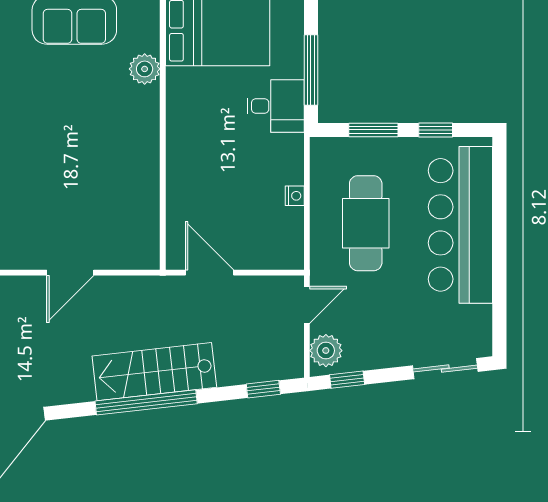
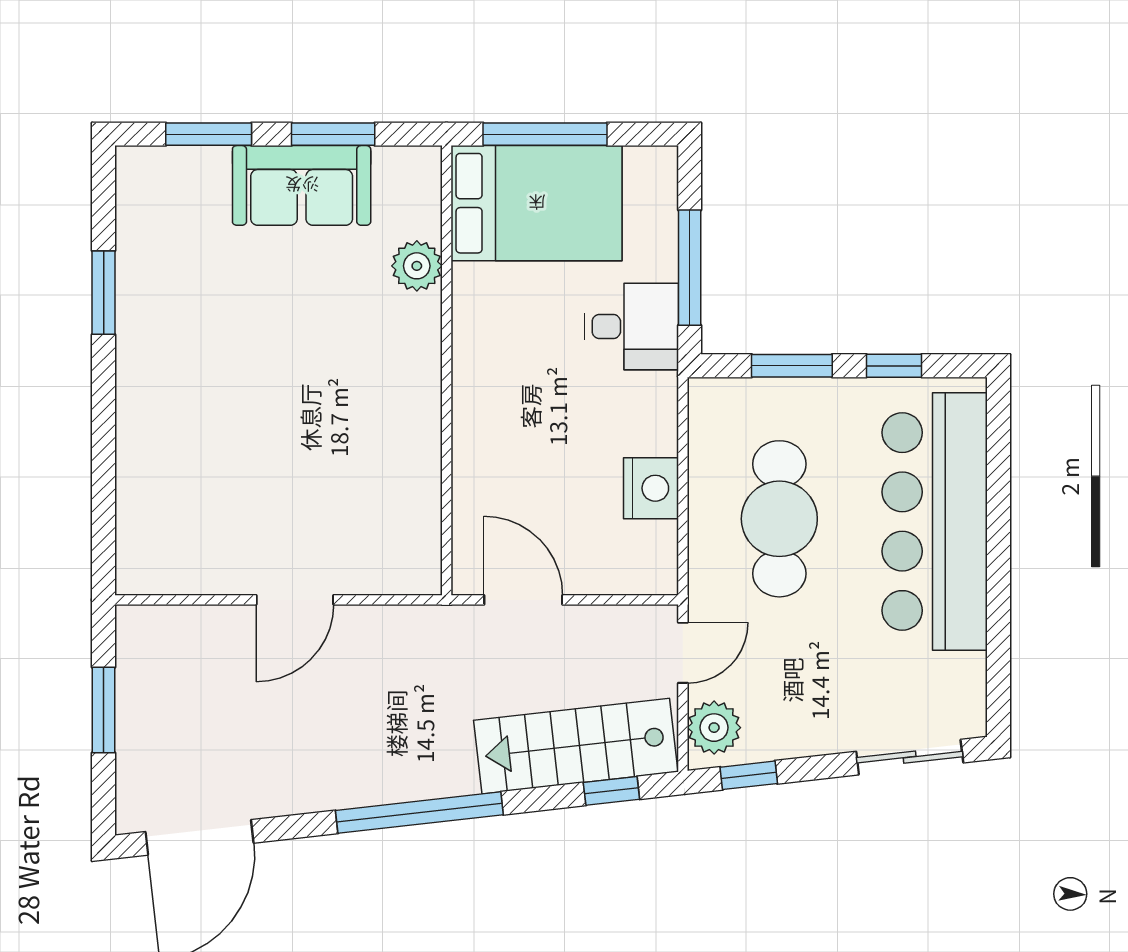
nightstand: (295, 196) -> (651, 488), width x1.89, depth x1.79
stairs: (154, 372) -> (576, 746), moved

